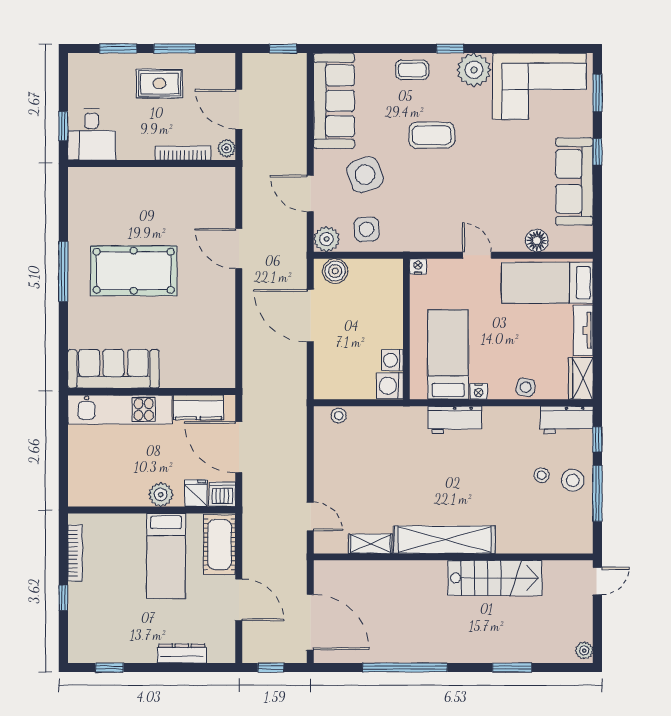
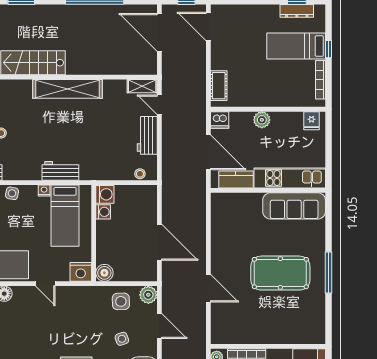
side table: (365, 175) -> (122, 339), width x0.54, depth x0.54
nightstand: (418, 266) -> (81, 272), width x1.89, depth x1.79
boiler: (335, 271) -> (104, 273), moved
workbench: (328, 472) -> (147, 135), added
fridge: (196, 493) -> (311, 121), moved
shelving: (370, 544) -> (142, 86), moved
cot: (219, 545) -> (219, 86), width x0.73, depth x0.75
bed: (166, 556) -> (296, 46), moved, turned -90
door: (239, 600) -> (208, 27), moved
dresser: (182, 653) -> (297, 11), moved

